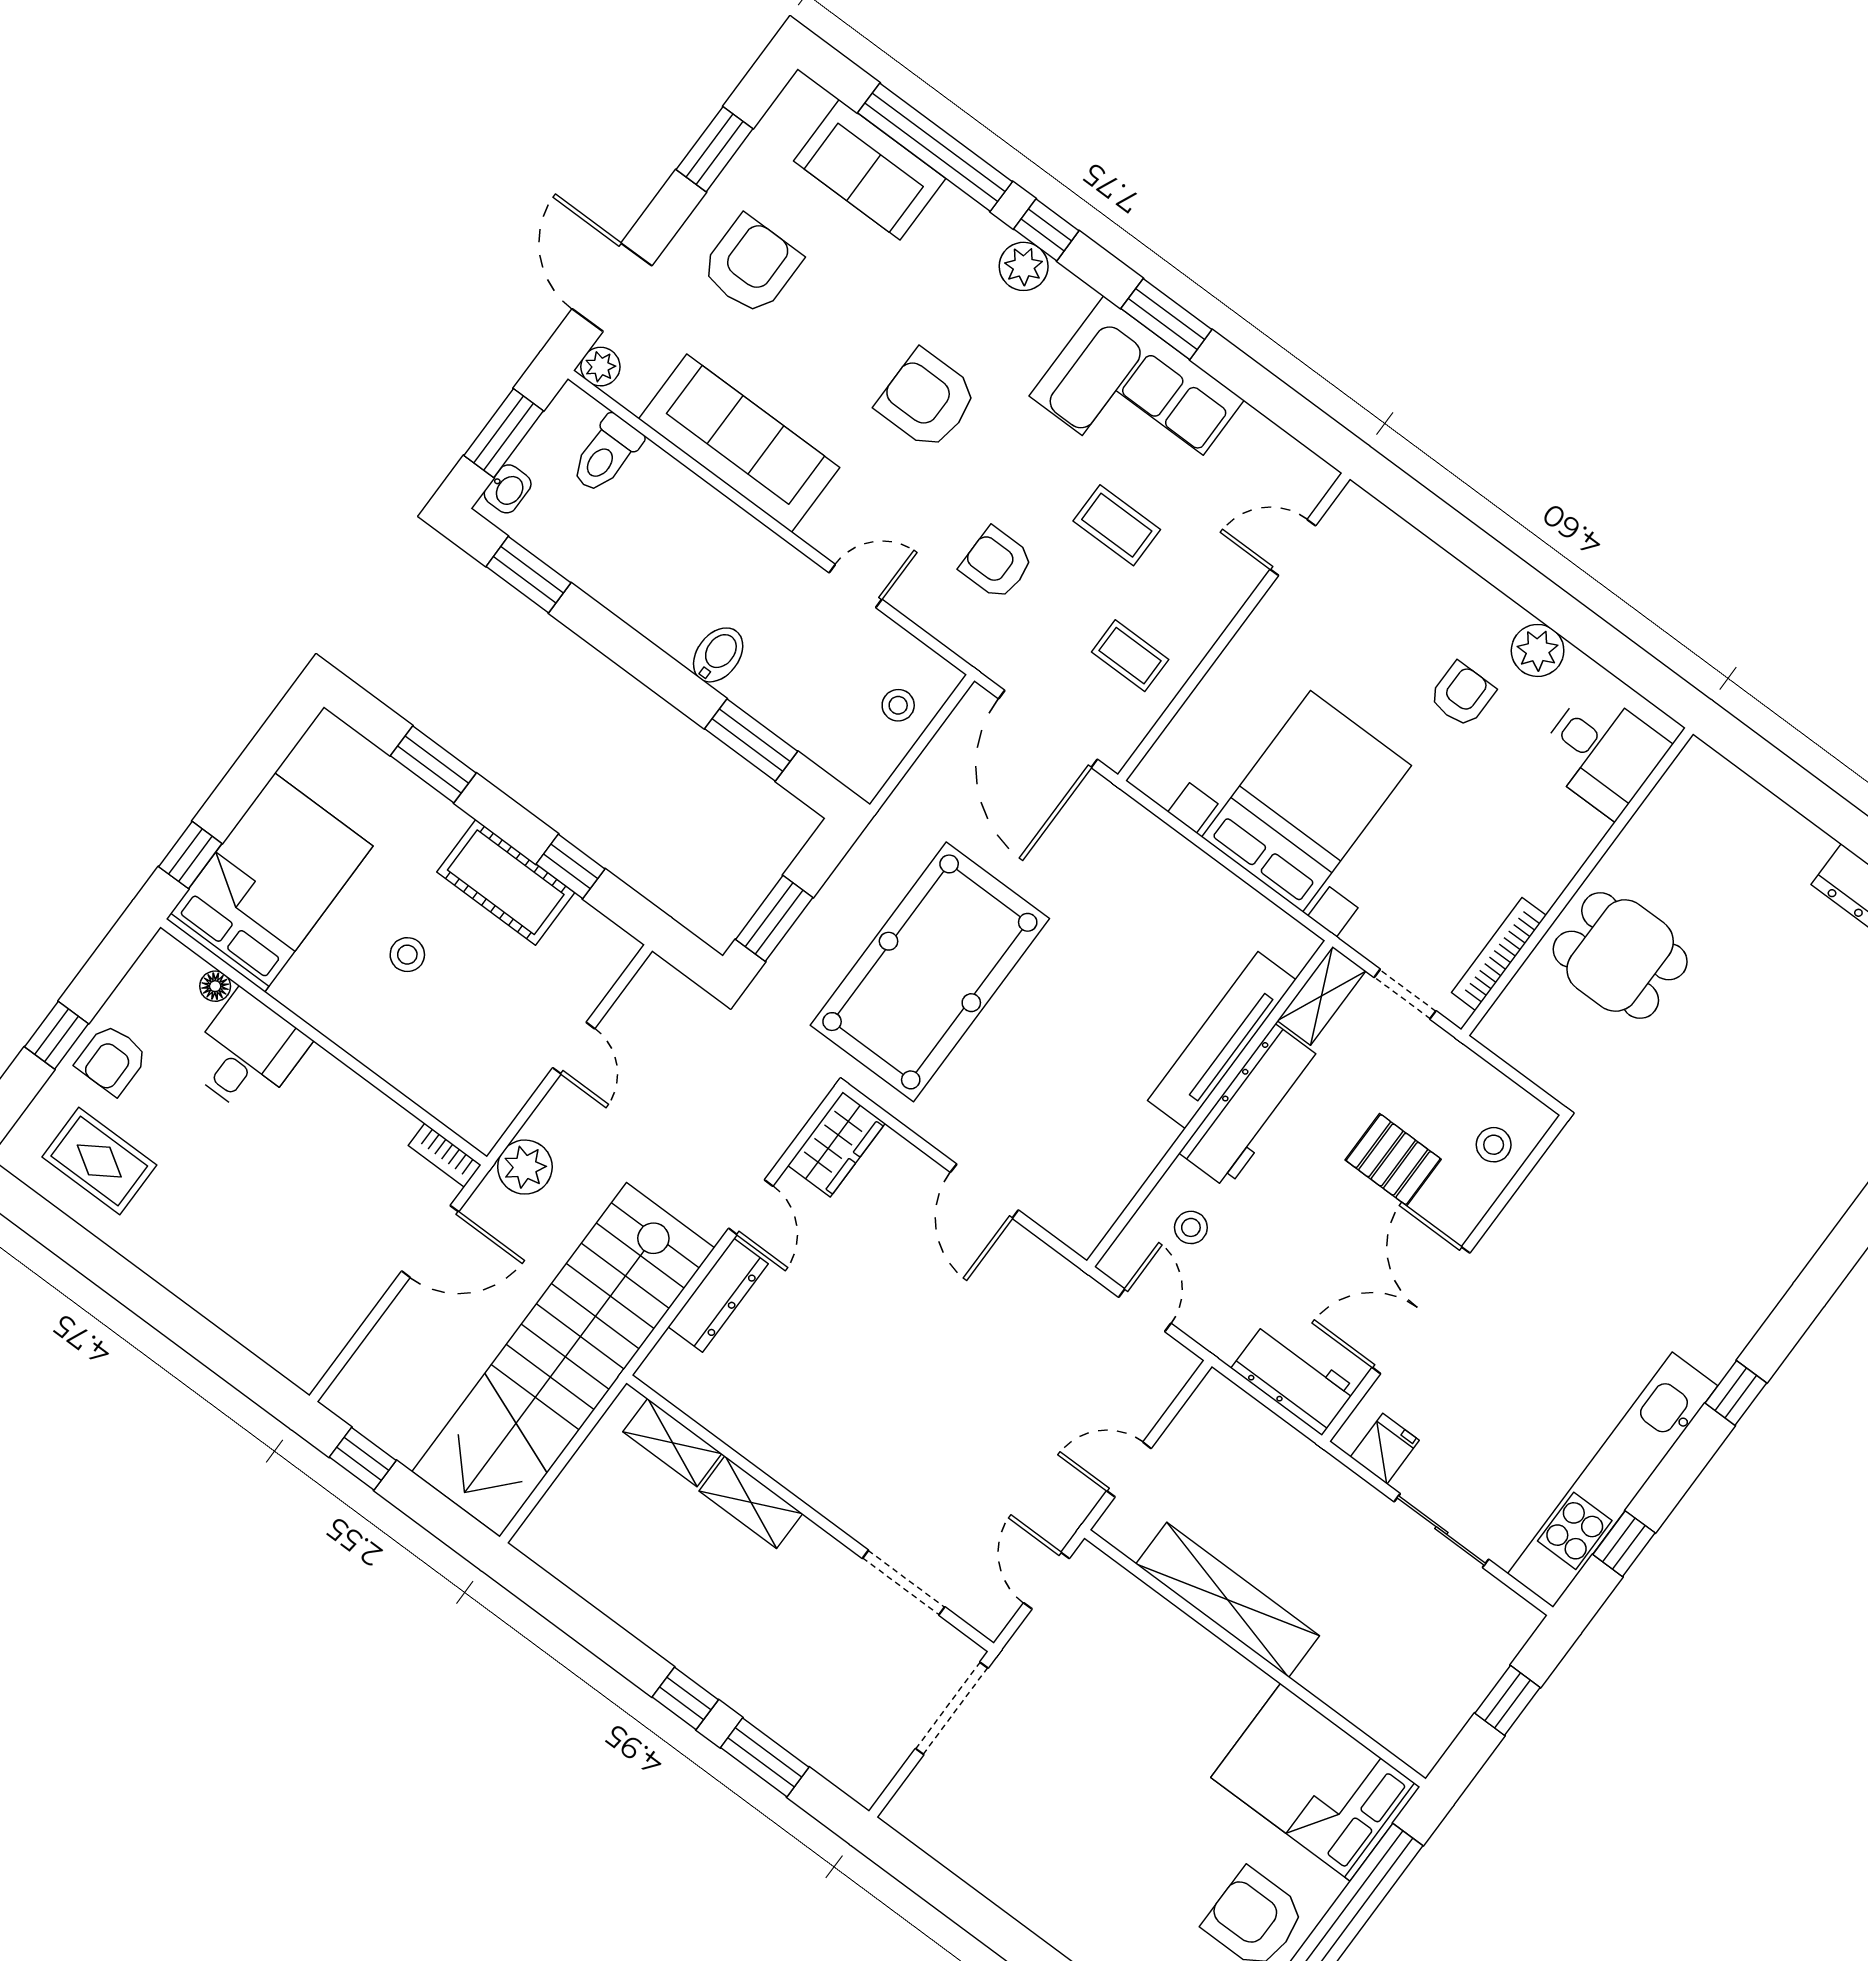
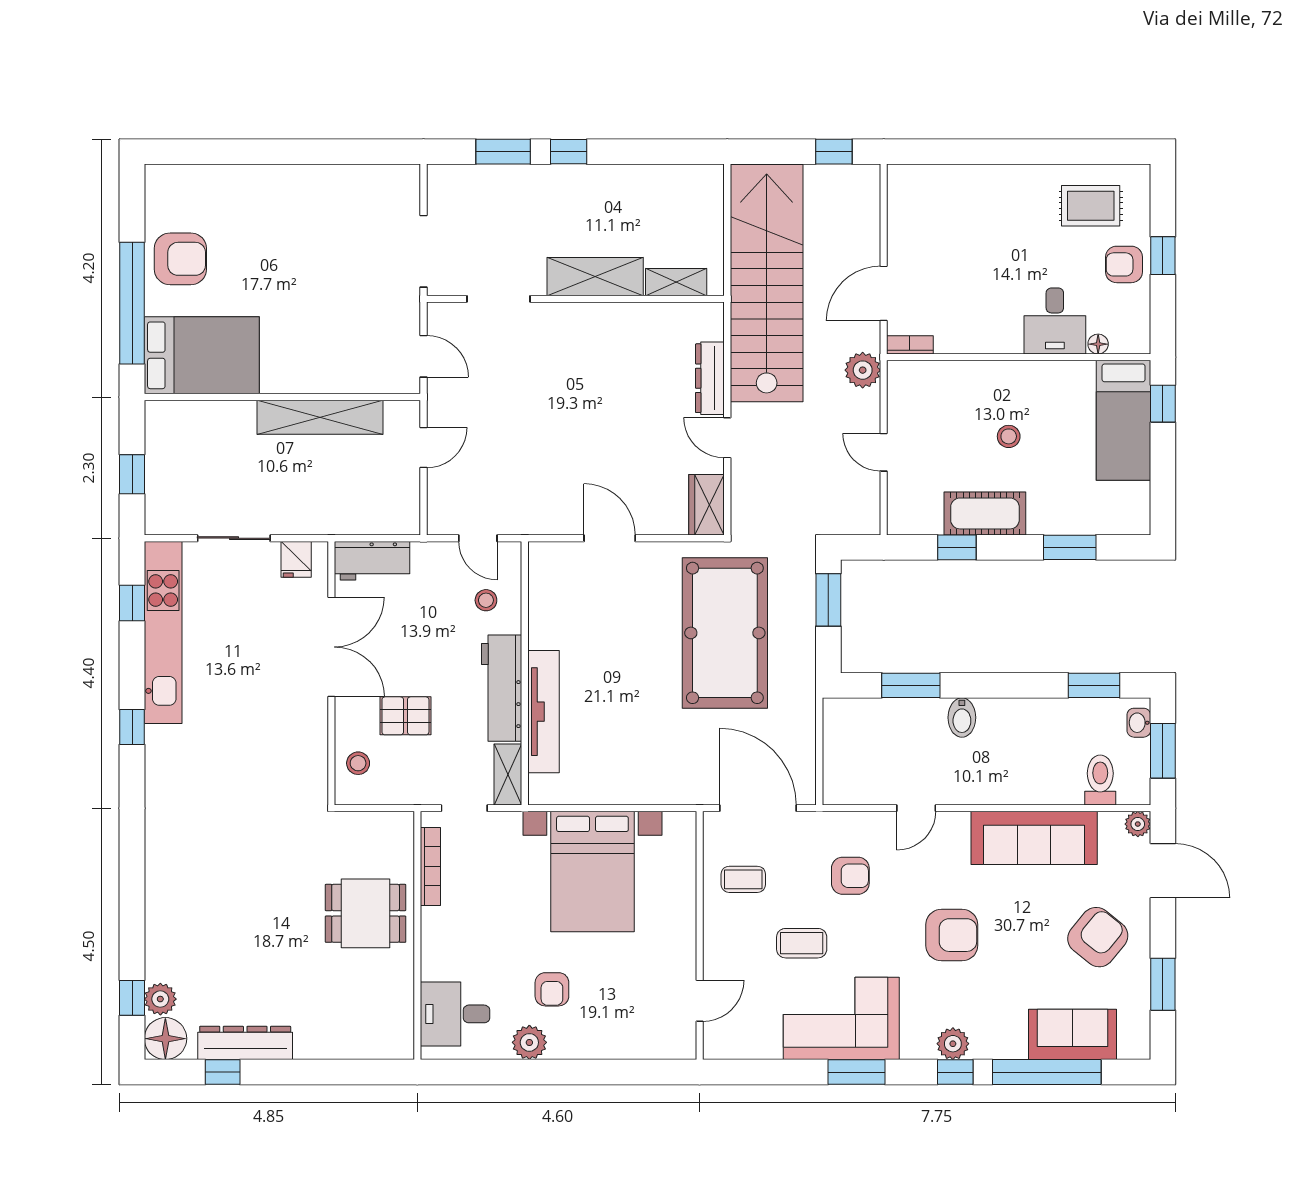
armchair: (751, 265) -> (1098, 937), turned -141
stool: (898, 705) -> (847, 762), removed
bed: (270, 883) -> (1124, 420), width x0.67
armchair: (112, 1060) -> (1124, 264), turned -90
shelving: (751, 1502) -> (595, 277), width x1.50, depth x1.33

